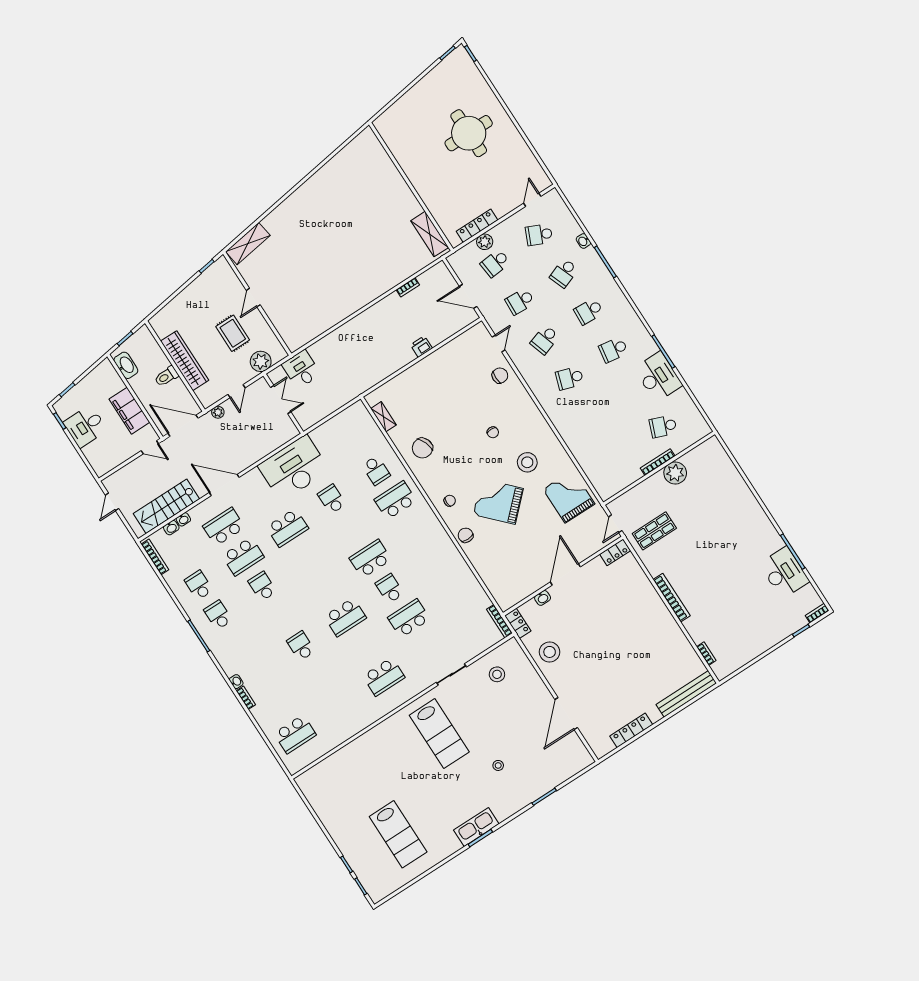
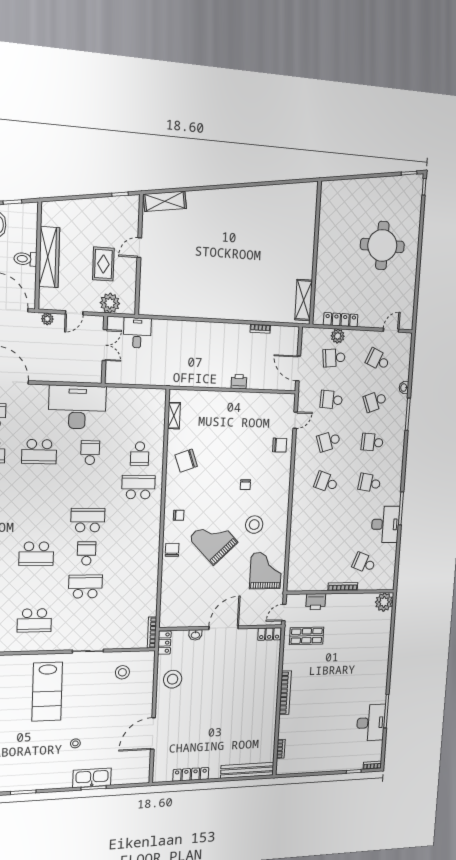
plant: (675, 473) -> (384, 602), moved
printer: (640, 493) -> (316, 602), added
kitchen sink: (476, 827) -> (92, 778), moved

